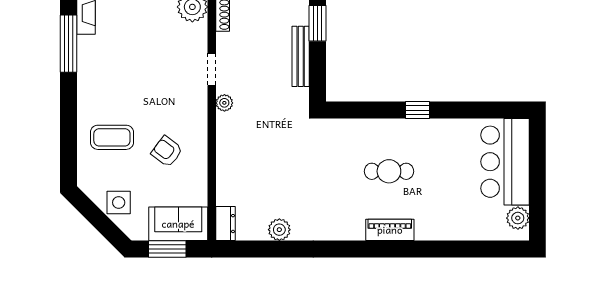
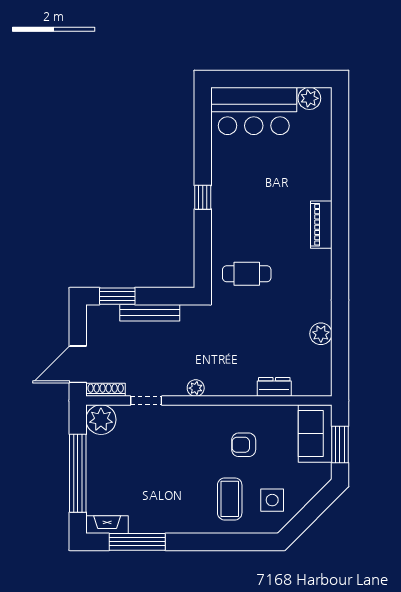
doorway: (212, 69) -> (146, 401), moved
armchair: (167, 151) -> (244, 445), turned 53
cafe table: (389, 171) -> (247, 274), moved, turned 90
side table: (119, 203) -> (272, 500), moved
dresser: (225, 224) -> (274, 387), moved

